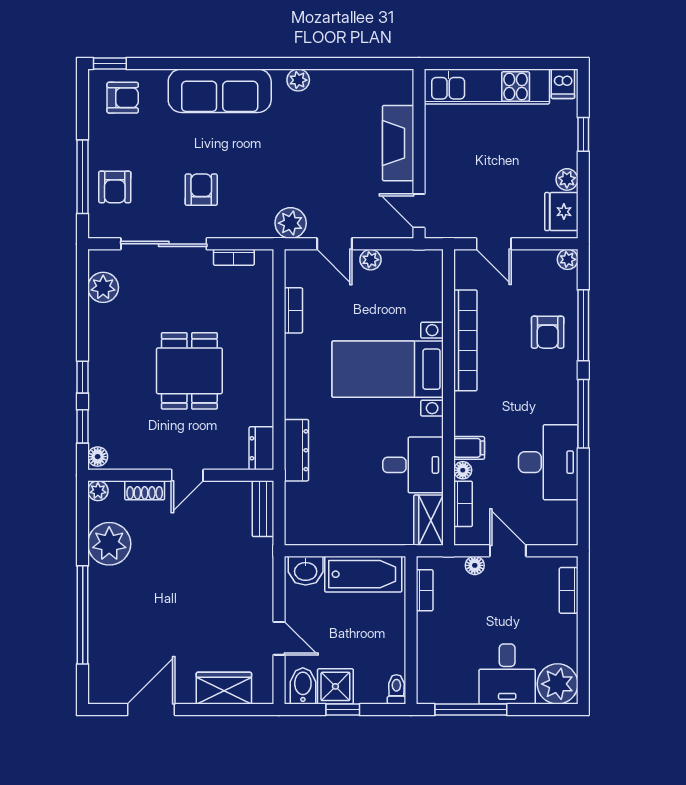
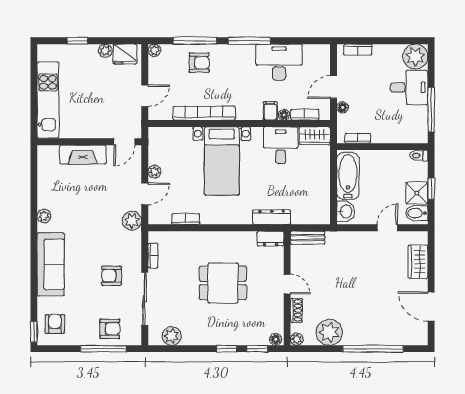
dishwasher: (563, 84) -> (46, 53), removed

